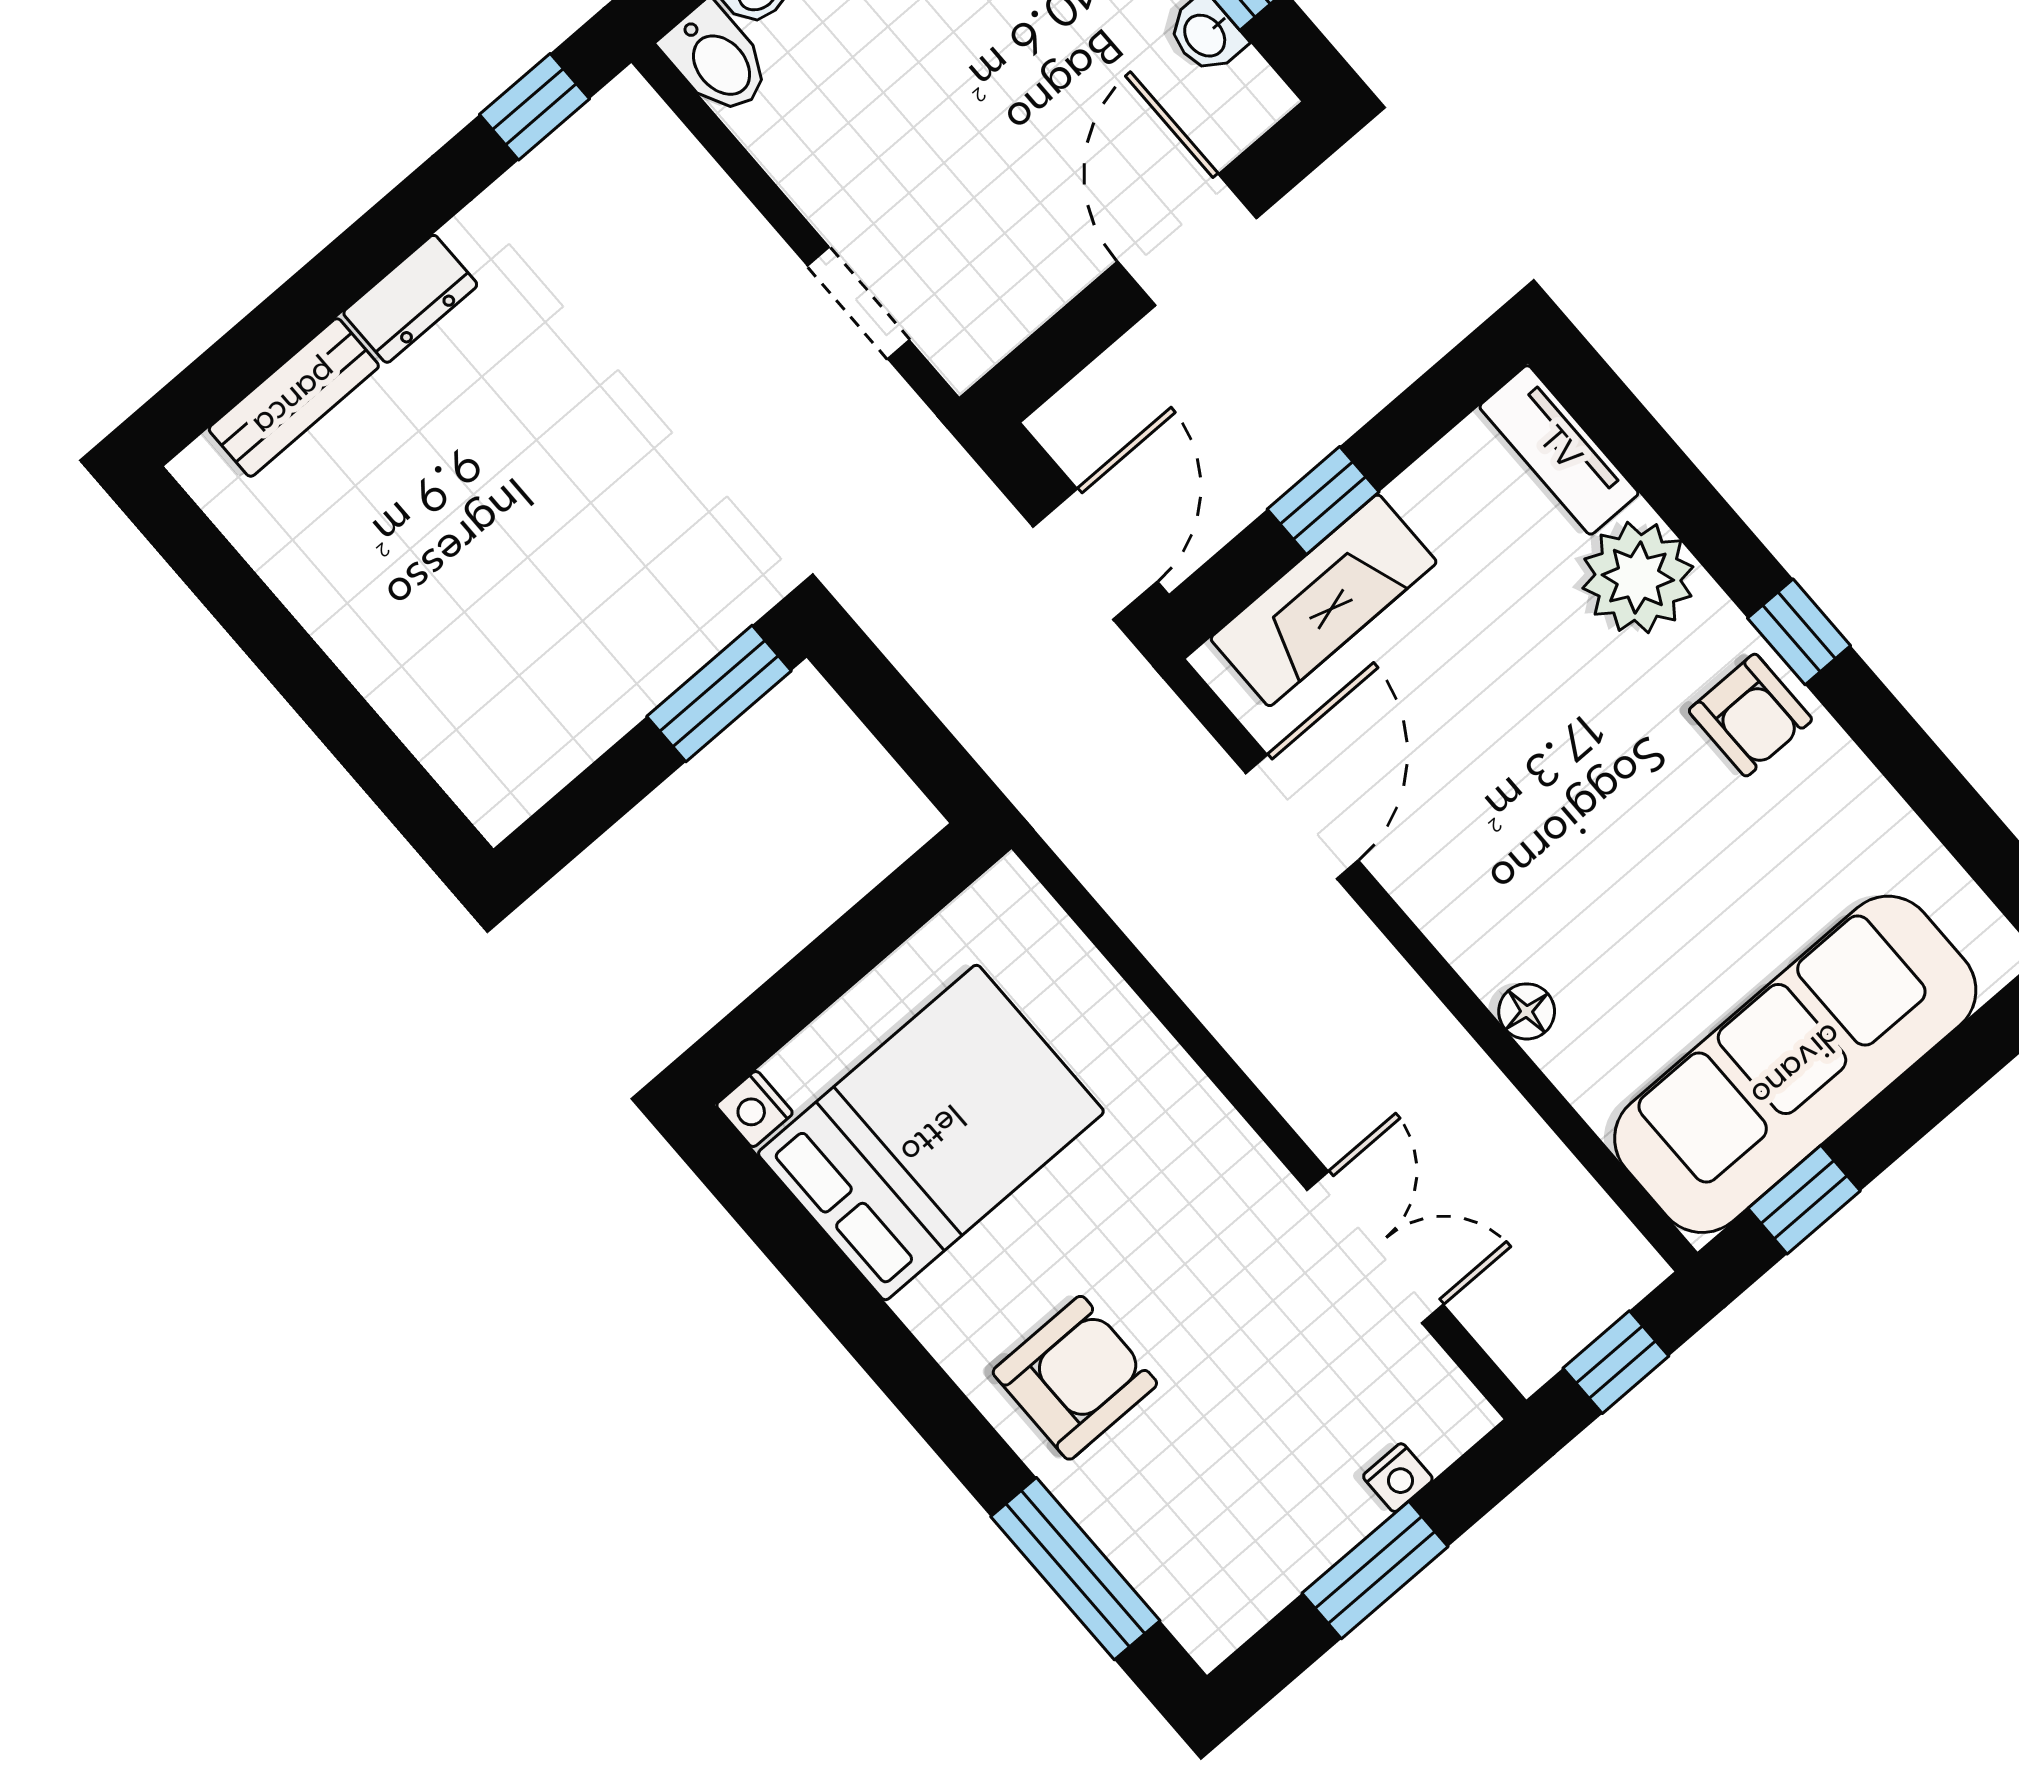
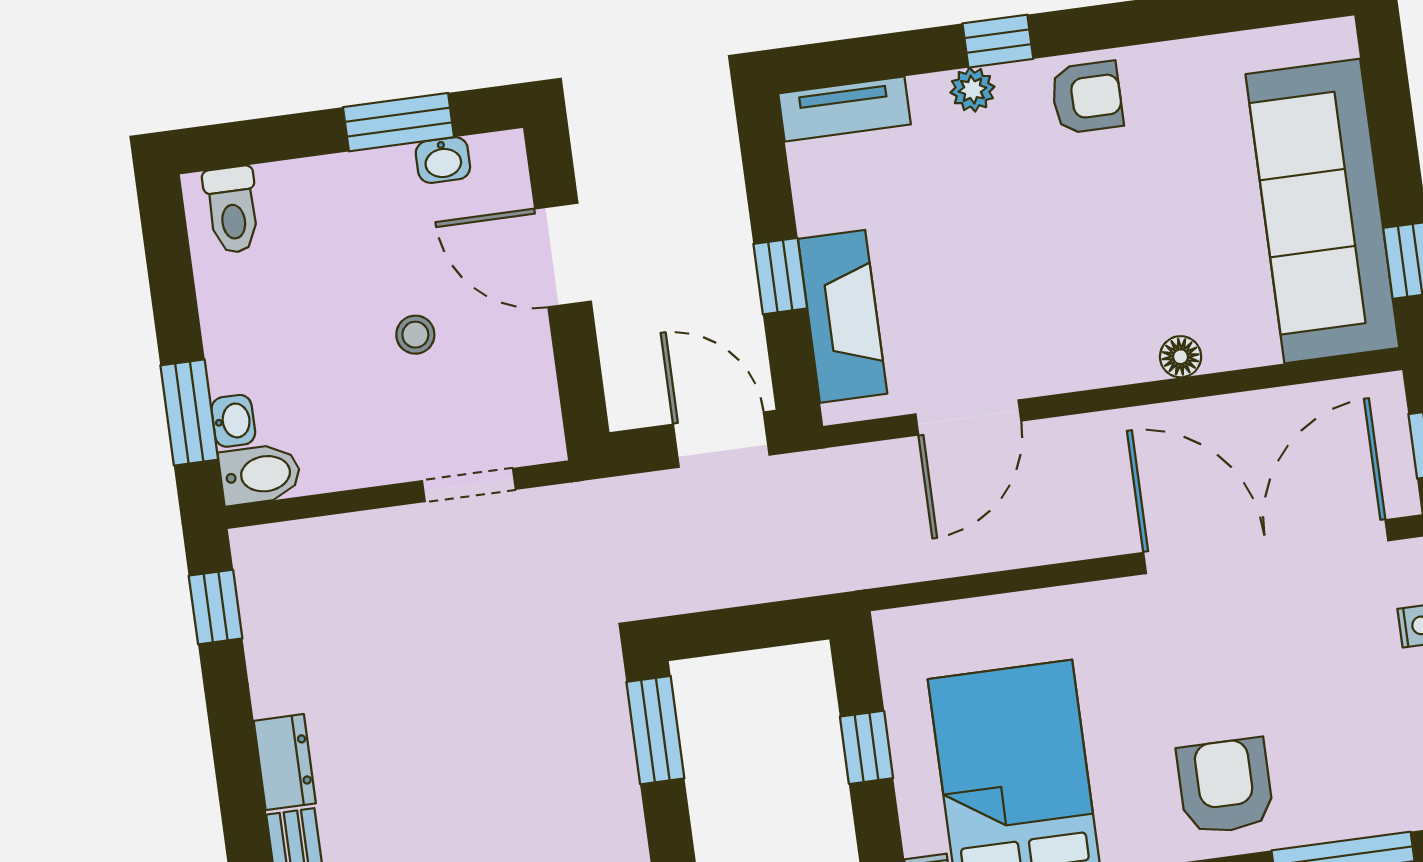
stool: (989, 132) -> (415, 335), added
plant: (1638, 577) -> (972, 90), width x0.53, depth x0.53
window: (1799, 632) -> (998, 41), moved
door: (1302, 817) -> (968, 417), swing flipped
window: (855, 944) -> (867, 747), added
double door: (1375, 1247) -> (1266, 547), width x1.87

